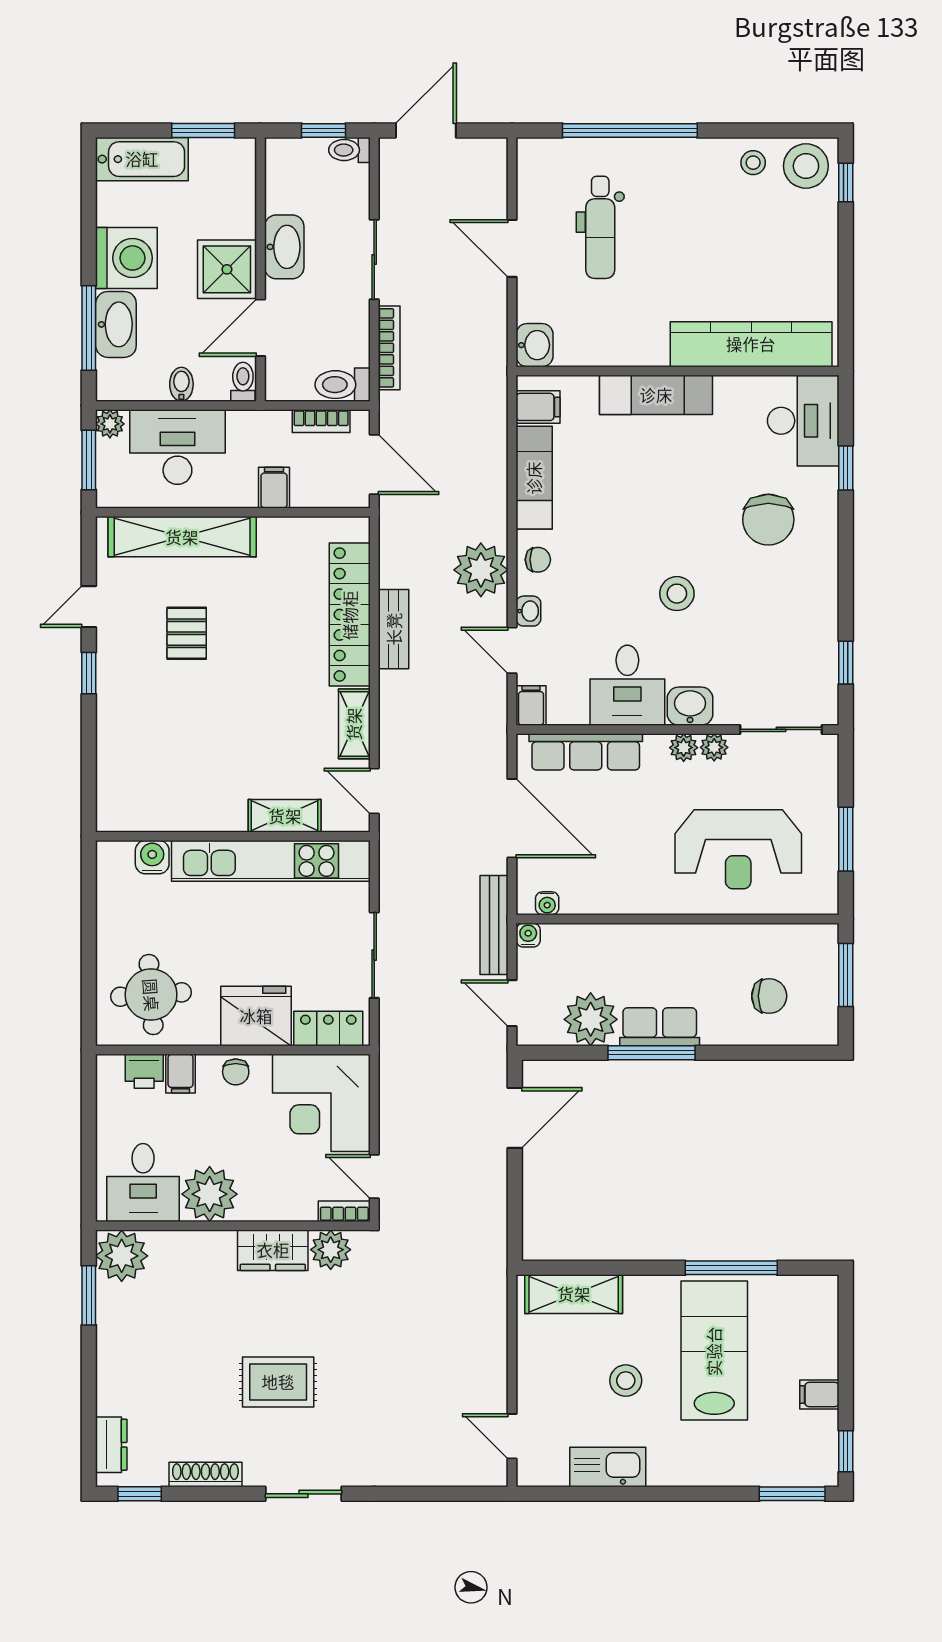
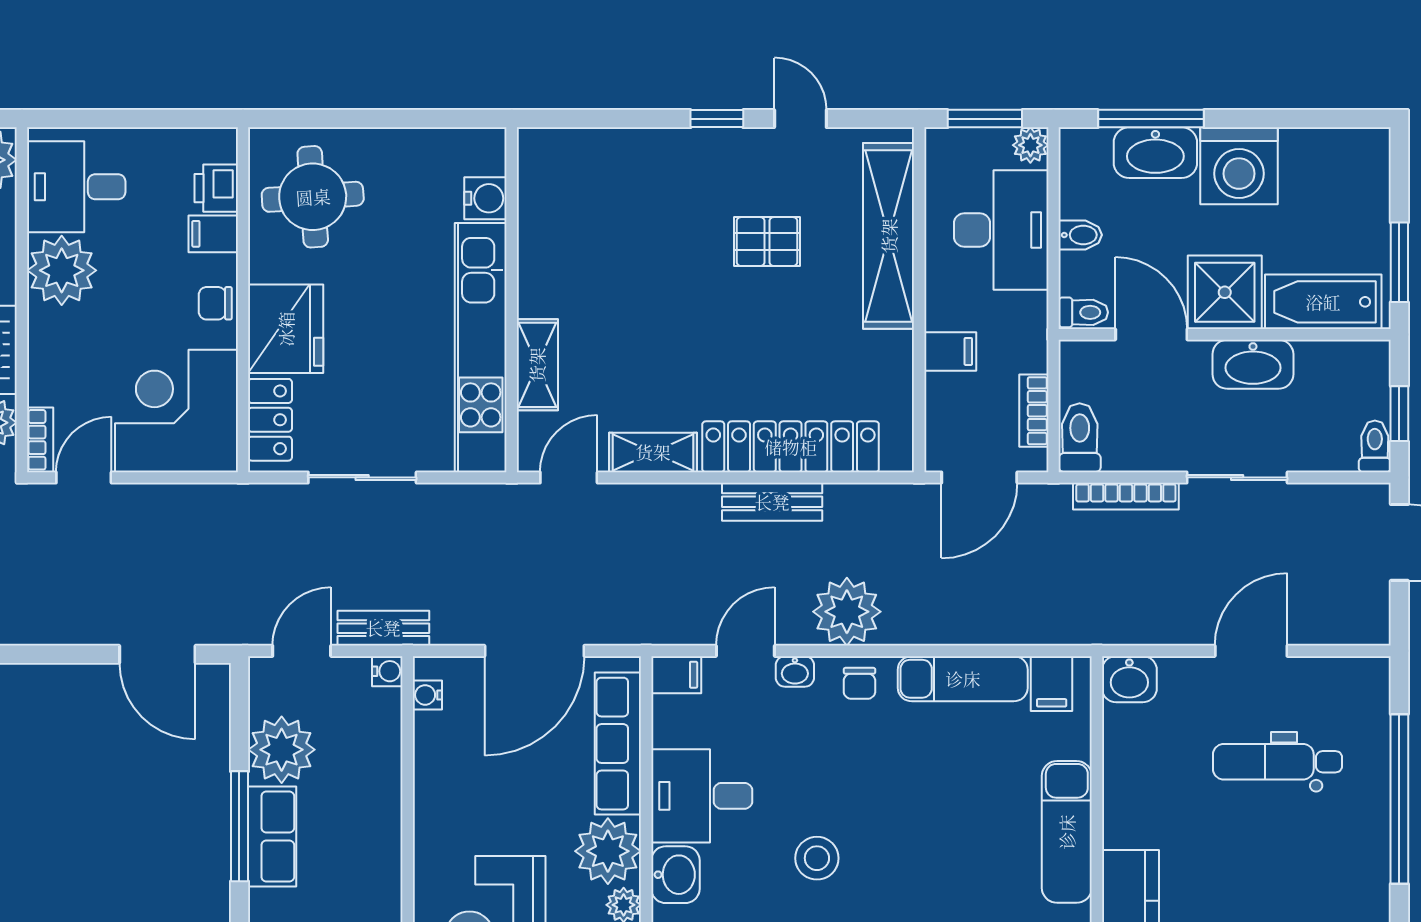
bathtub: (142, 159) -> (1323, 302), moved, turned 90
plant: (684, 748) -> (608, 851), width x1.88, depth x1.88
bench: (494, 925) -> (383, 628), width x0.73

